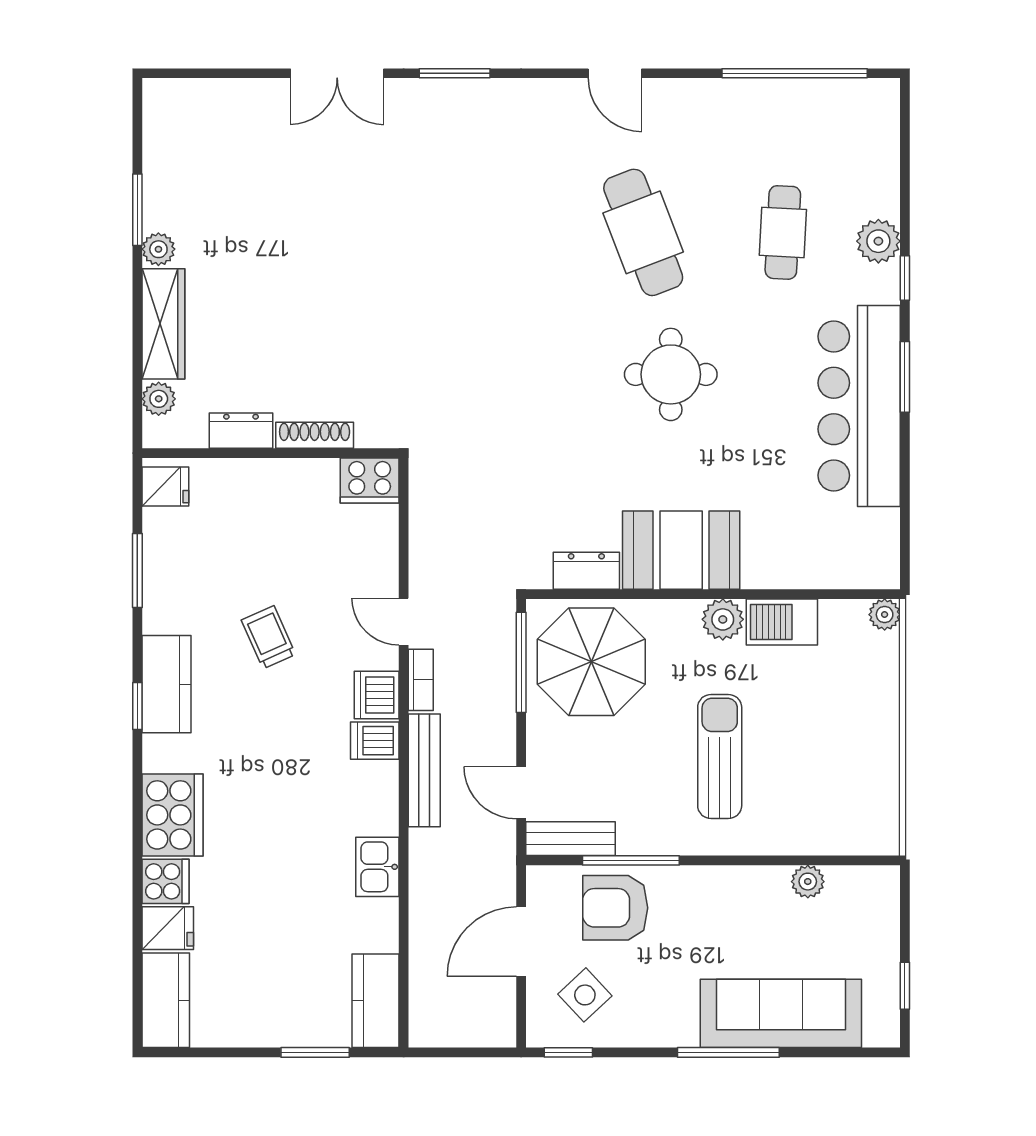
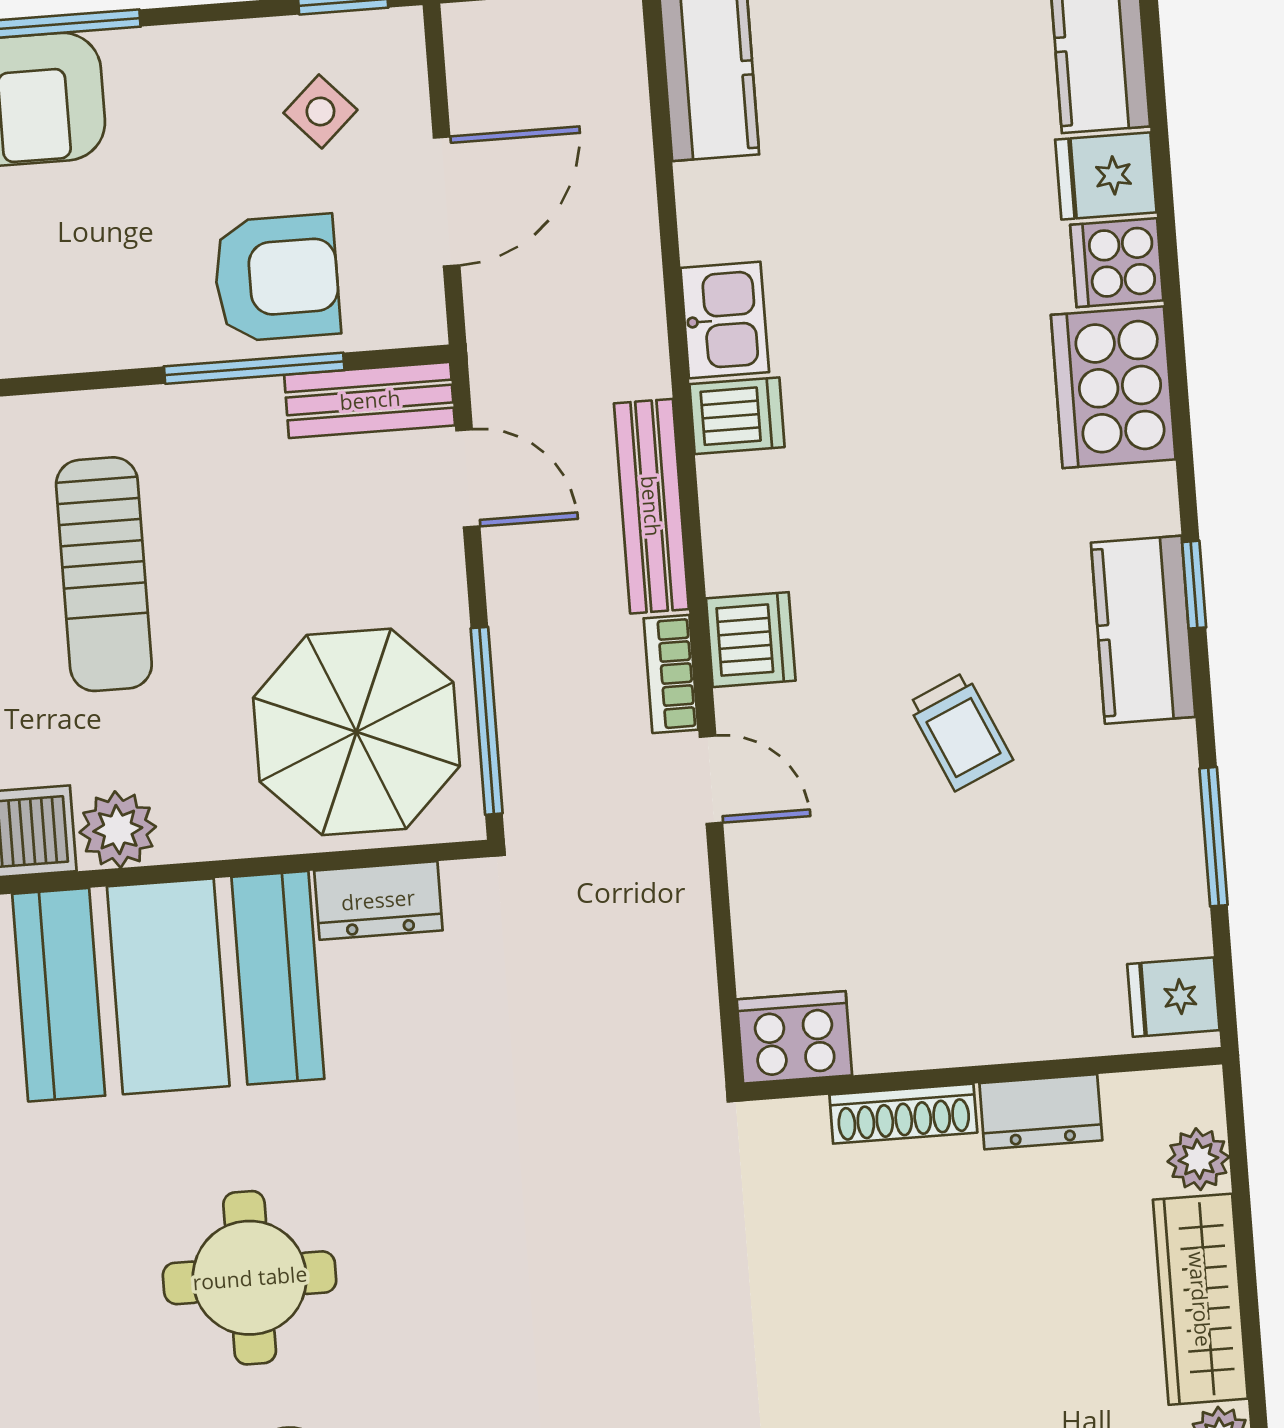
booth: (681, 550) -> (168, 986), width x1.36, depth x1.42
dishwasher: (375, 741) -> (737, 416), moved
side table: (585, 995) -> (320, 111), width x0.73, depth x0.73

